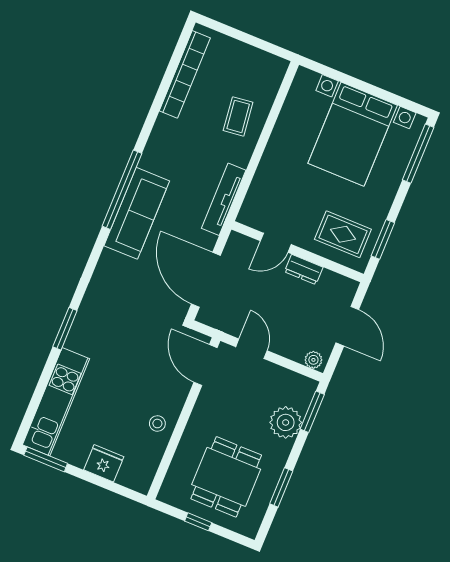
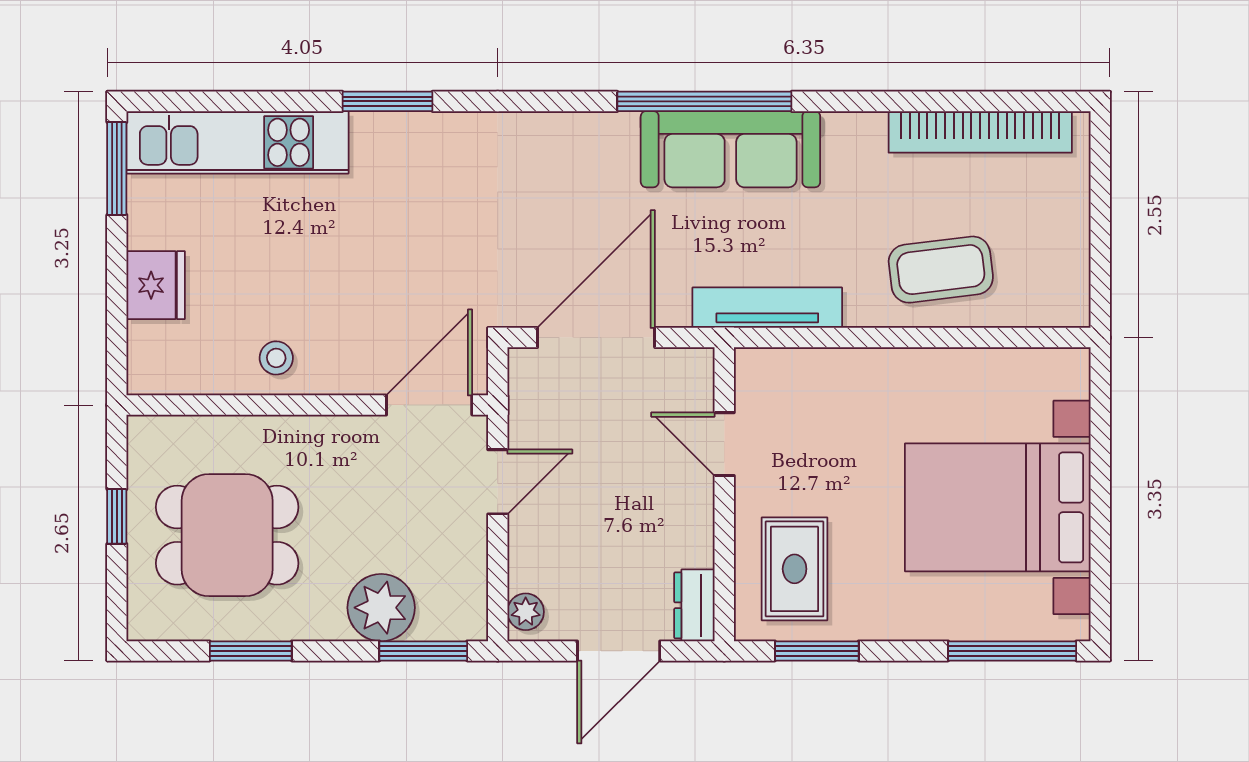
coffee table: (238, 116) -> (941, 270), width x1.36, depth x1.30
sofa: (137, 213) -> (730, 149), moved
dresser: (304, 269) -> (694, 605), moved

